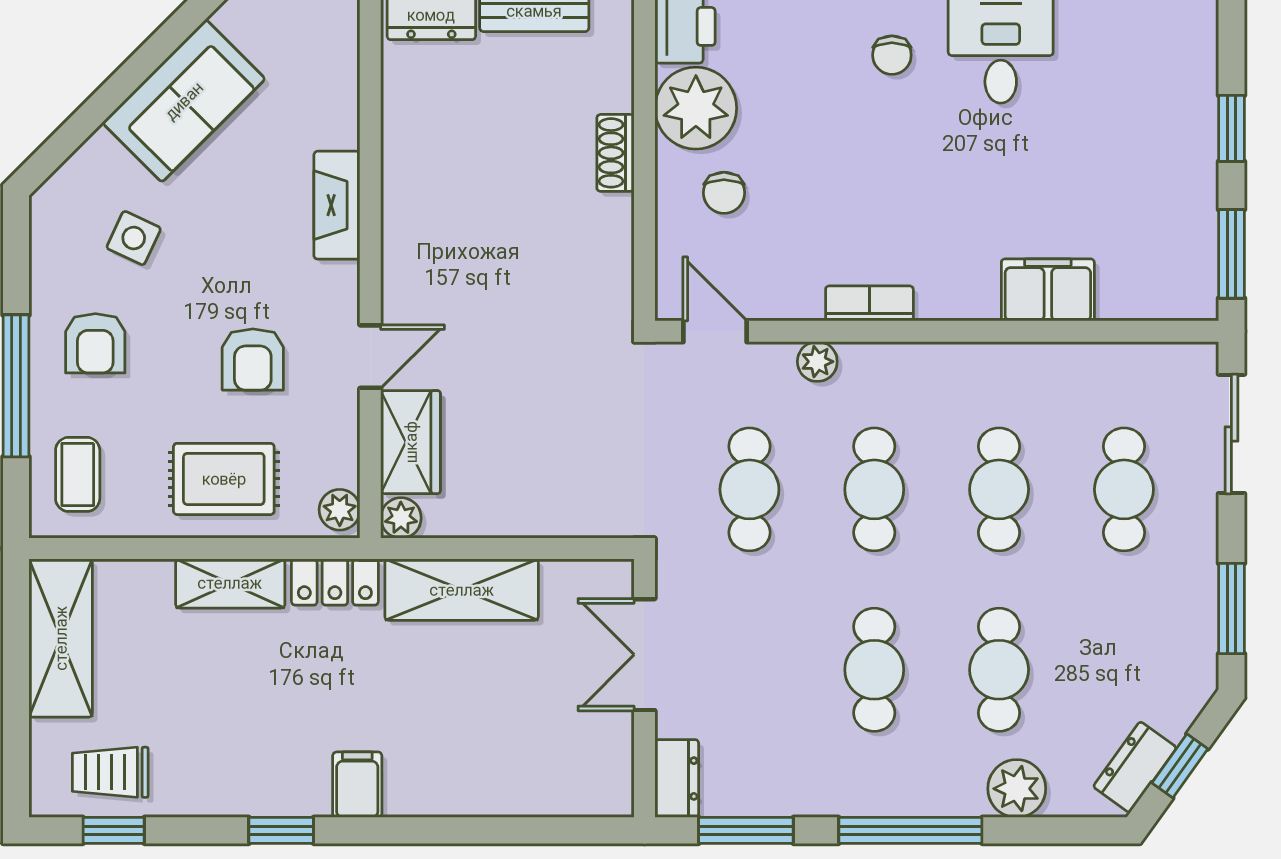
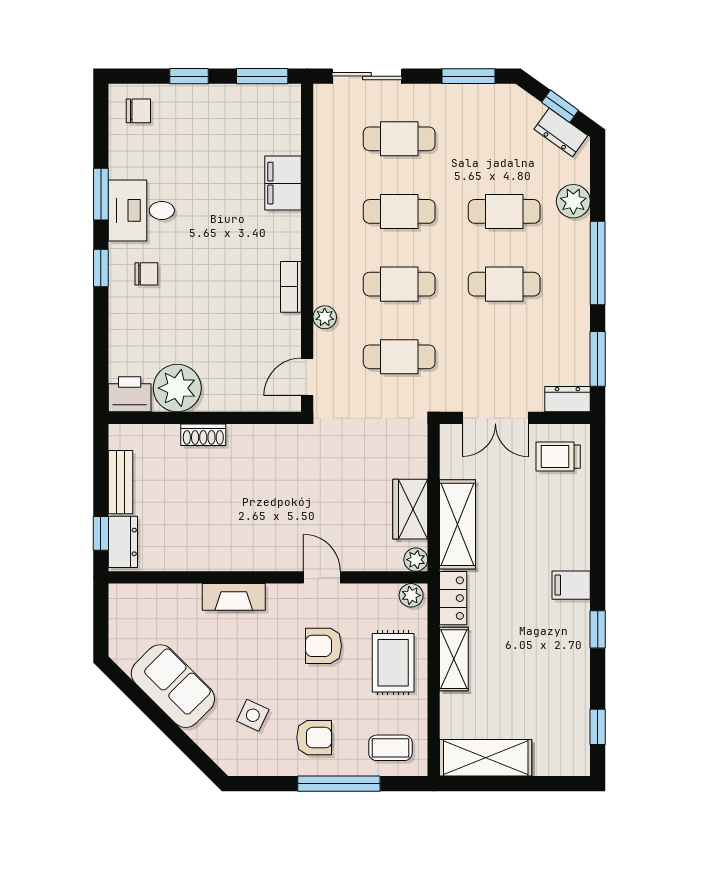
chair: (724, 193) -> (138, 111), moved
armchair: (253, 359) -> (324, 646), turned 180
wardrobe: (411, 442) -> (410, 509), moved, turned -90
trolley: (110, 772) -> (558, 457), moved, turned 90

